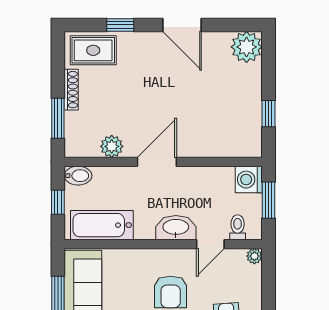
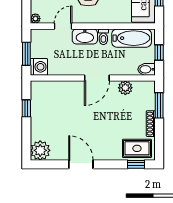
window: (120, 25) -> (136, 164), moved
toilet: (238, 227) -> (103, 37), moved

